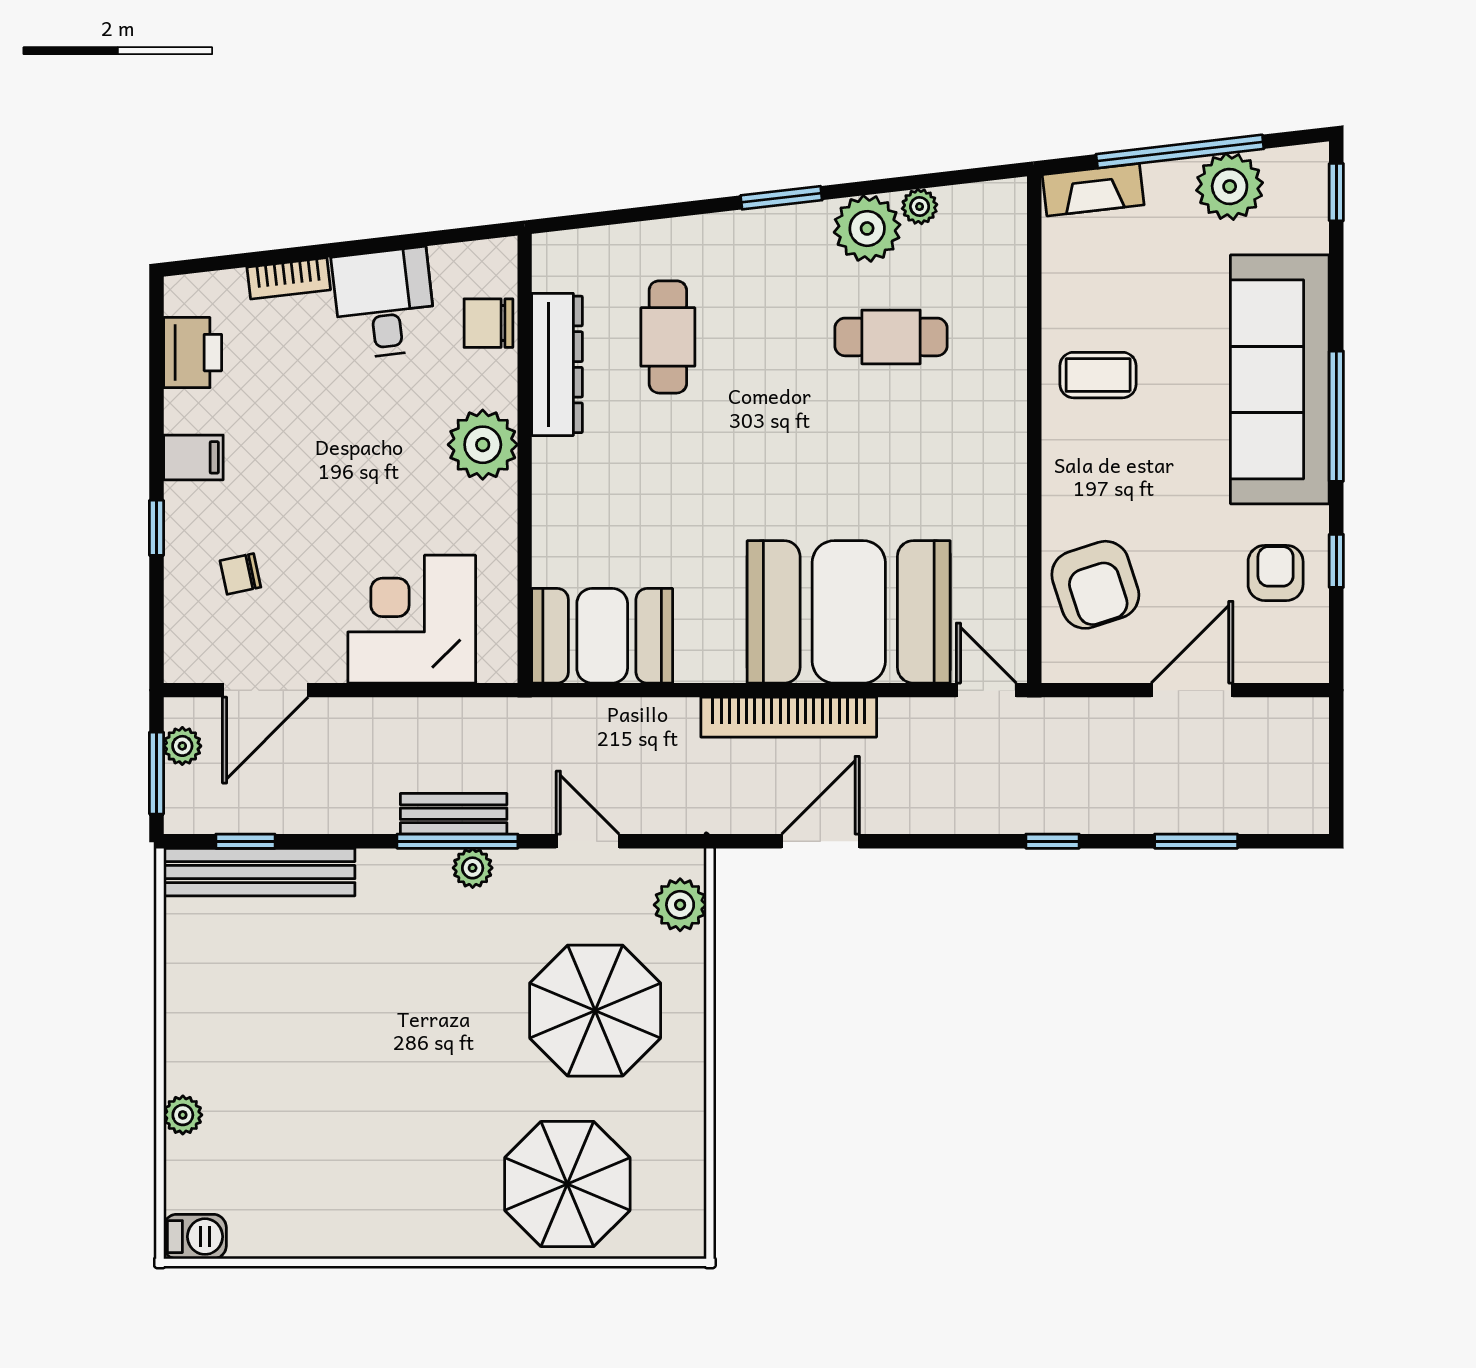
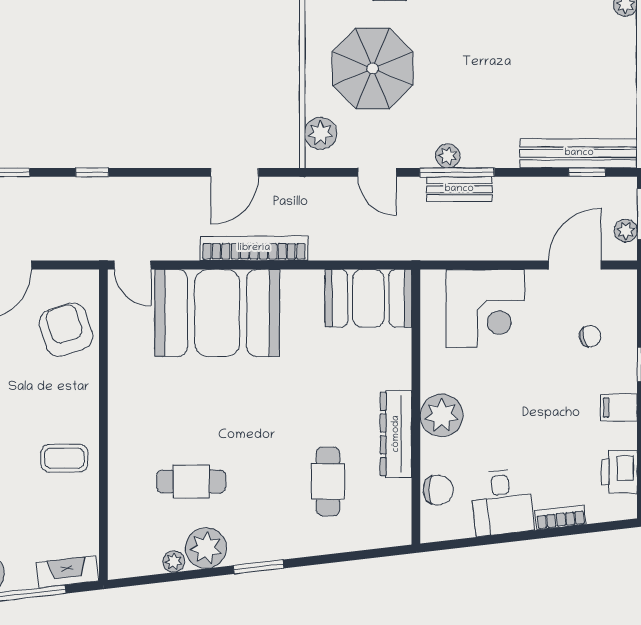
dresser: (557, 364) -> (396, 434), moved

